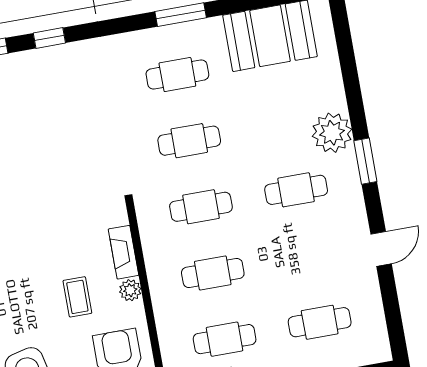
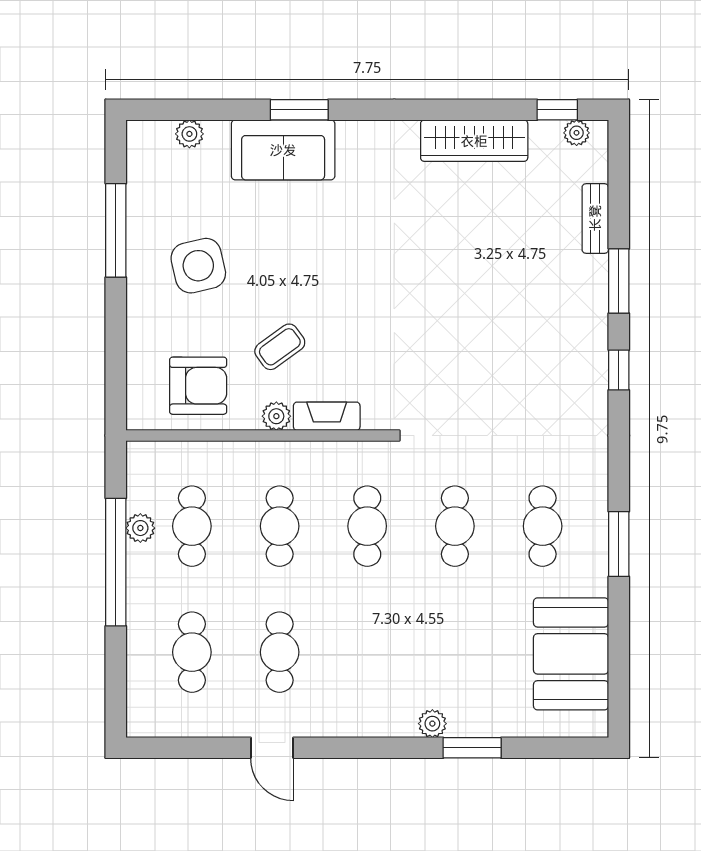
plant: (332, 133) -> (432, 724), width x0.53, depth x0.53
window: (365, 161) -> (472, 748), moved
cafe table: (296, 190) -> (280, 652), moved
coffee table: (77, 297) -> (280, 347), turned -36

